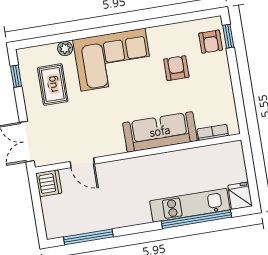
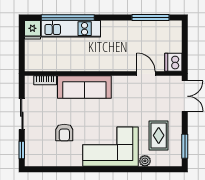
armchair: (211, 42) -> (36, 148), removed
window: (16, 76) -> (185, 146), width x1.50
sliding door: (236, 83) -> (22, 114), added

